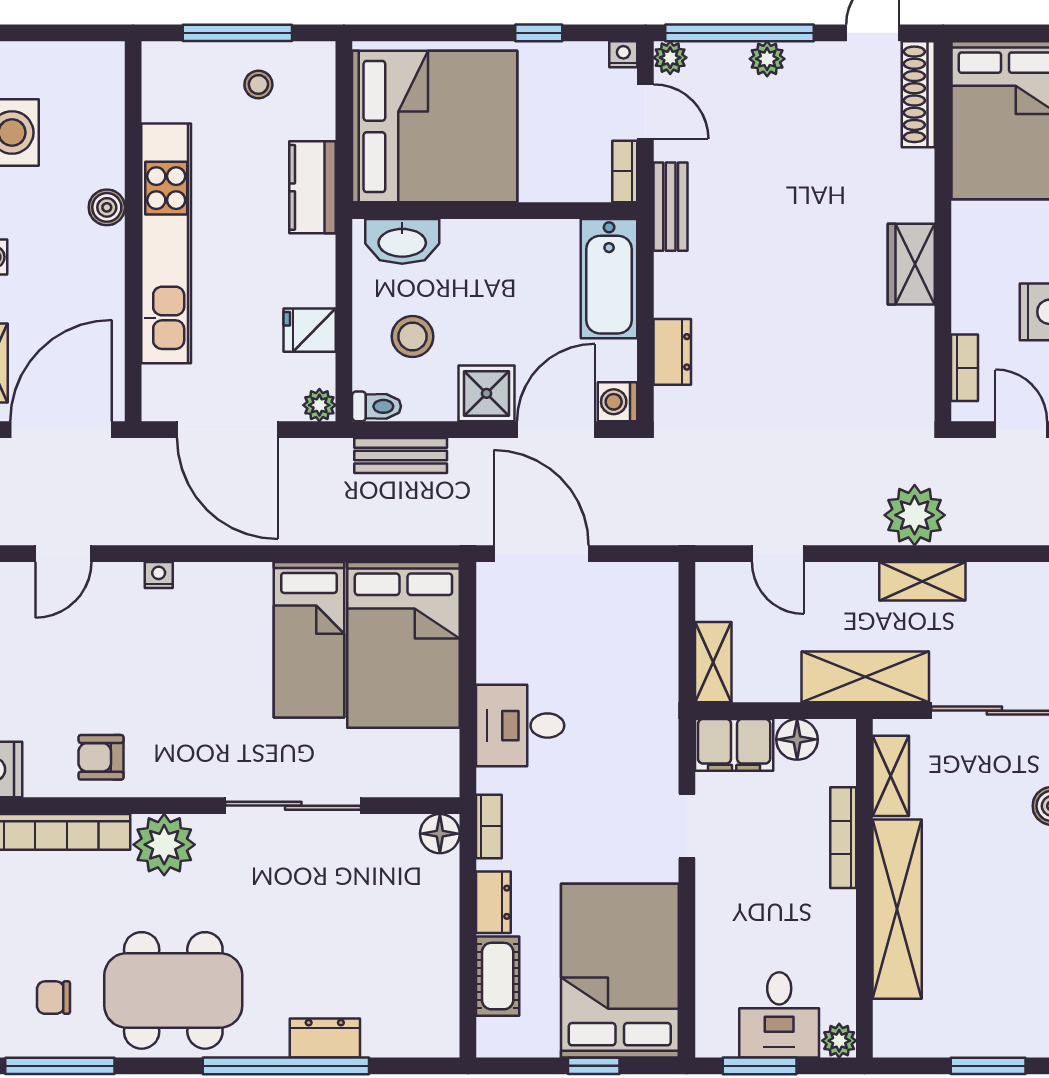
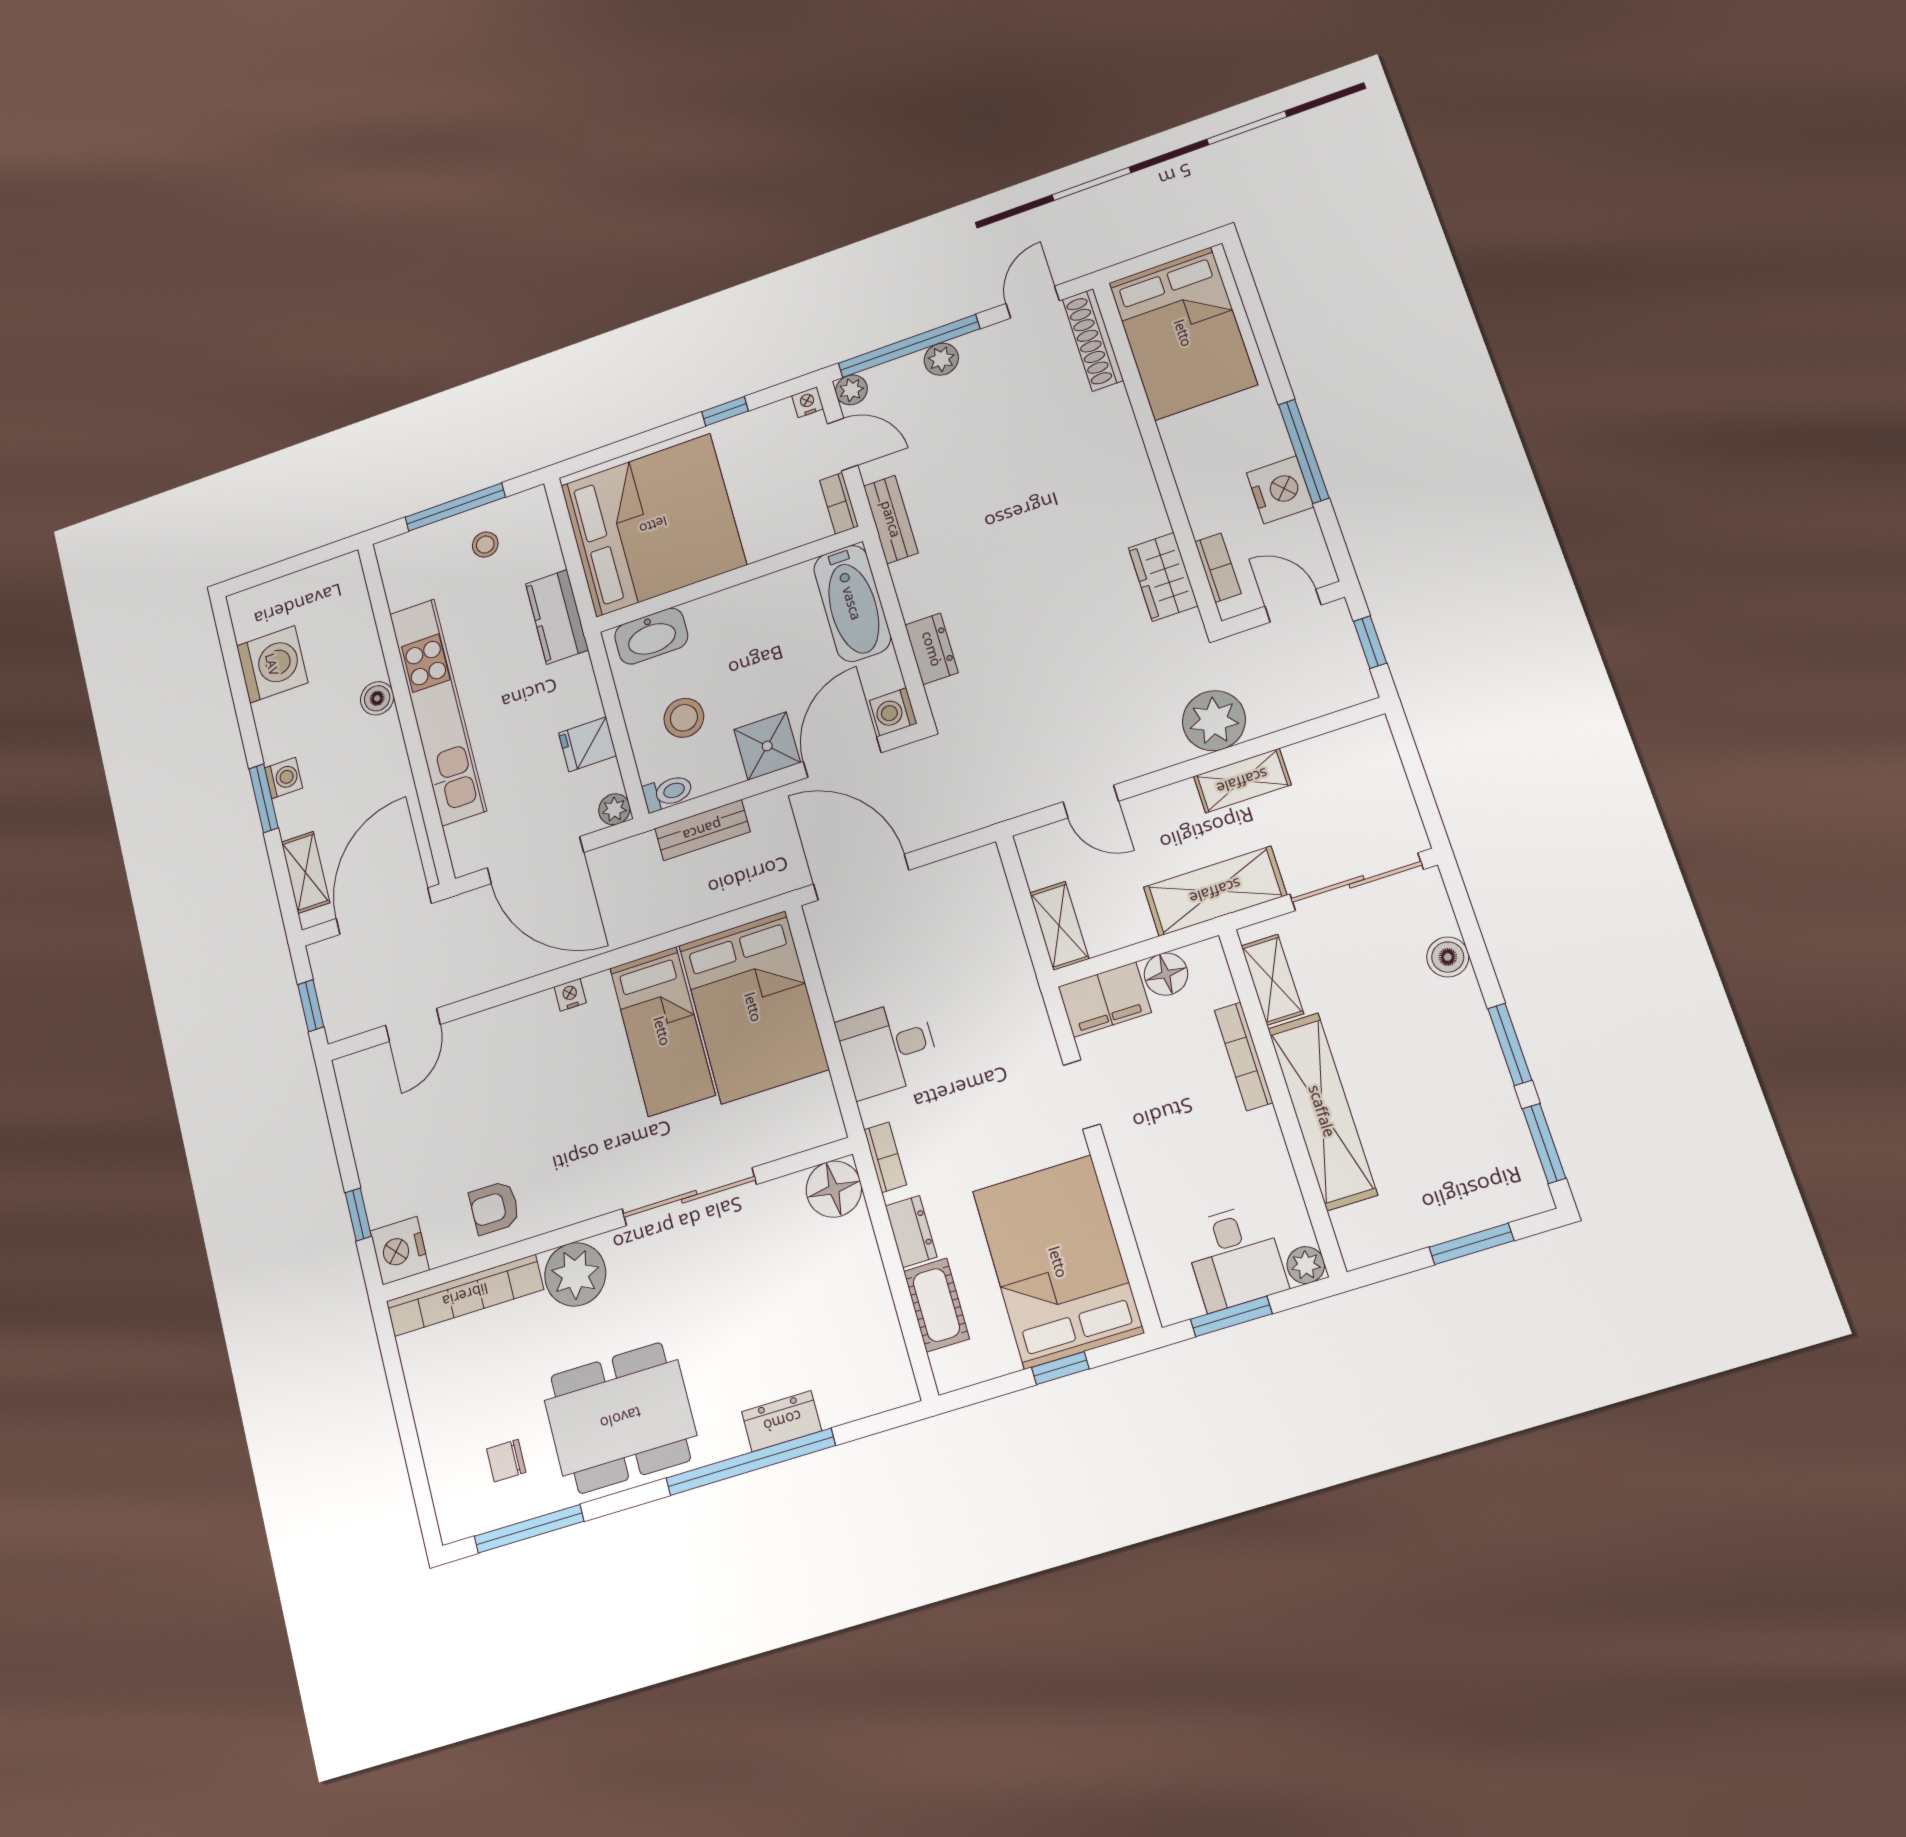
wardrobe: (911, 264) -> (1163, 577), moved
nightstand: (159, 575) -> (570, 995), moved
floor lamp: (440, 834) -> (834, 1189), width x1.38, depth x1.38

